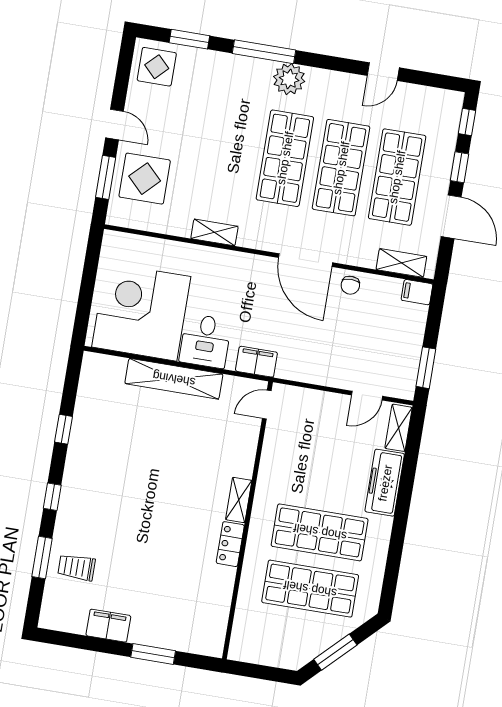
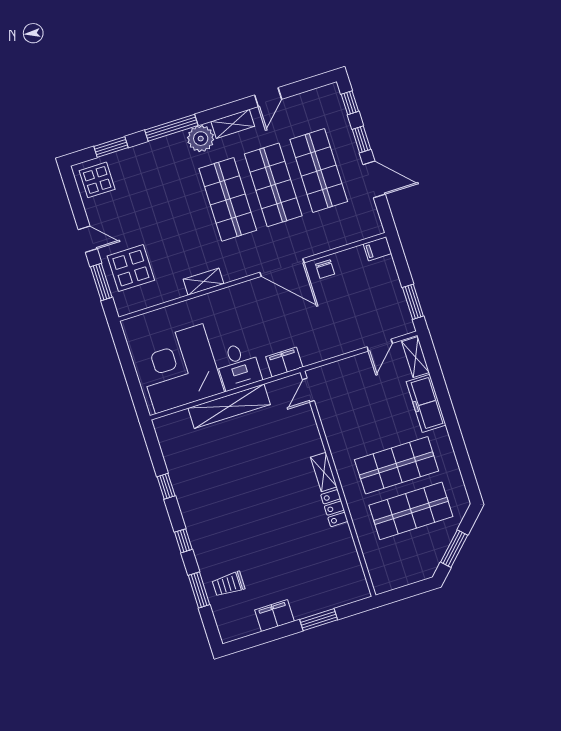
shelving: (401, 263) -> (233, 124), moved

